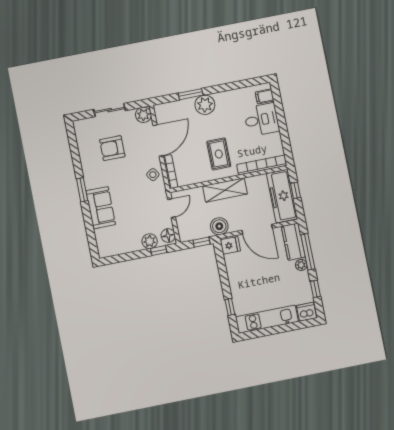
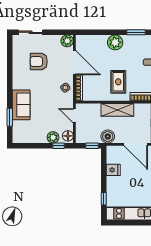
window: (191, 94) -> (136, 32), moved
sliding door: (110, 110) -> (31, 32), moved
door: (158, 140) -> (74, 63), hinge flipped
window: (82, 190) -> (10, 117), moved
door: (172, 208) -> (74, 116), swing flipped
fridge: (230, 245) -> (113, 170), moved

